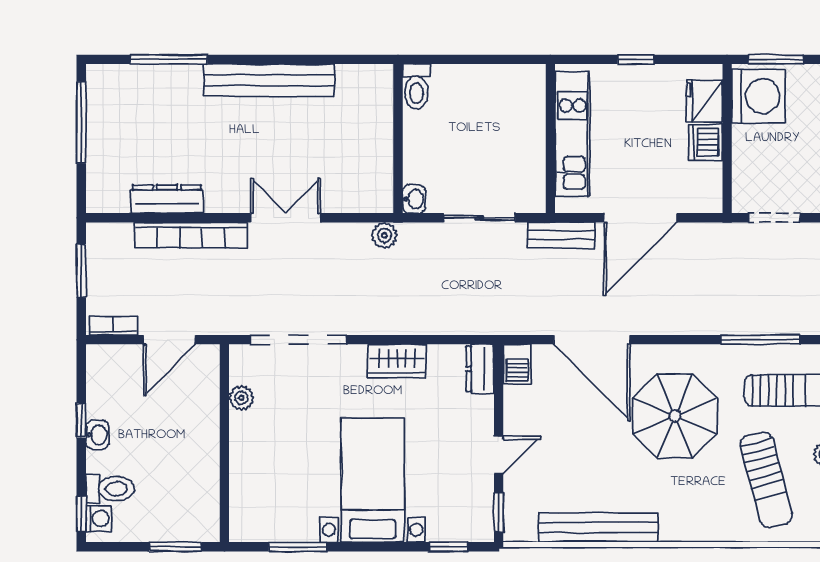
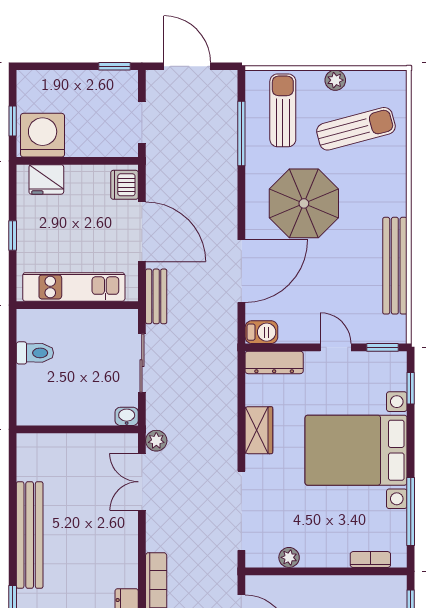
window: (776, 59) -> (13, 121), width x0.67
toilet: (416, 87) -> (35, 353), moved
dishwasher: (706, 142) -> (125, 185), moved, turned 90
double door: (285, 218) -> (142, 482), moved
dresser: (480, 369) -> (274, 362), width x1.44
bed with nightstands: (373, 480) -> (356, 450), width x1.36
bookcase: (239, 498) -> (370, 560), added
window: (298, 547) -> (411, 511), width x1.44

